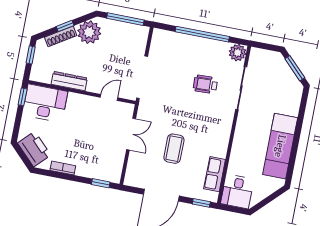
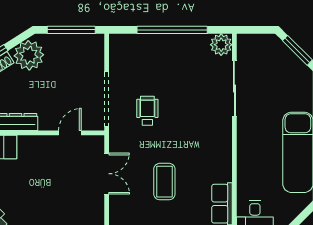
wheelchair: (205, 84) -> (147, 111), moved, turned 92

